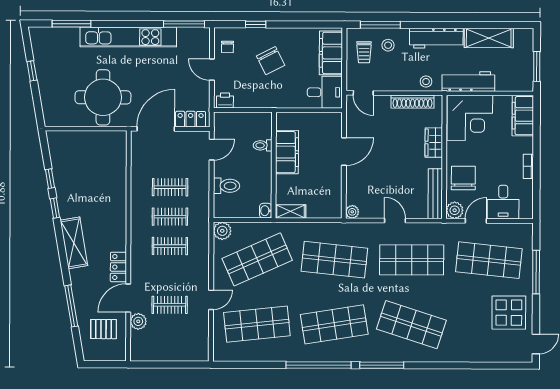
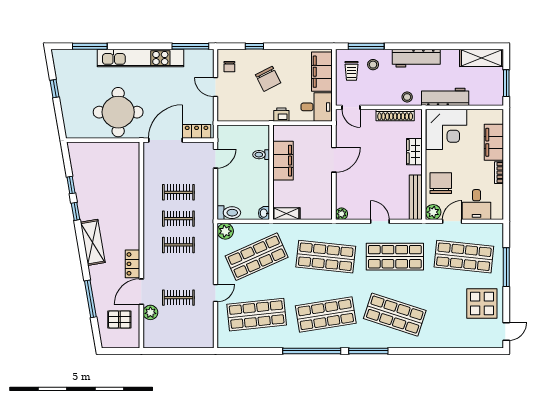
shelving: (489, 38) -> (481, 58), moved
printer: (225, 100) -> (281, 115), moved
filing cabinet: (523, 116) -> (494, 142), moved
toilet: (226, 186) -> (229, 213), moved

